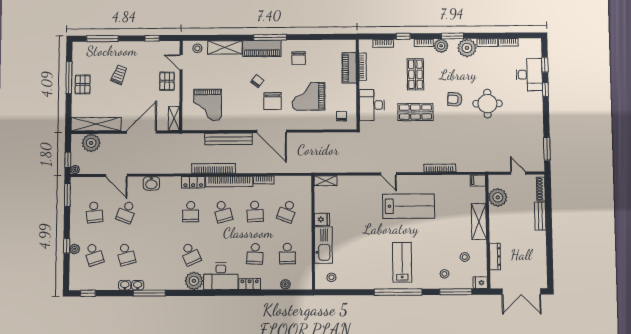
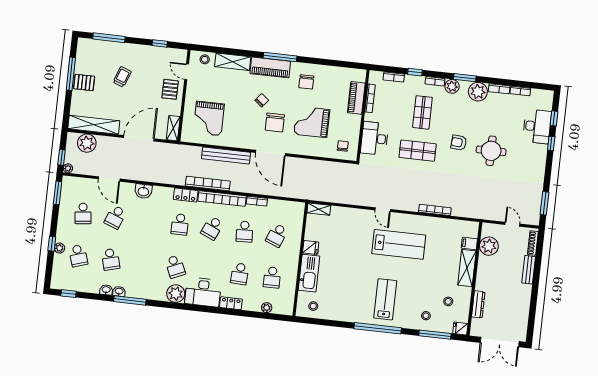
pallet: (83, 84) -> (84, 82), turned 90
filing cabinet: (478, 181) -> (469, 243), moved
school desk: (223, 212) -> (212, 228), turned 39

